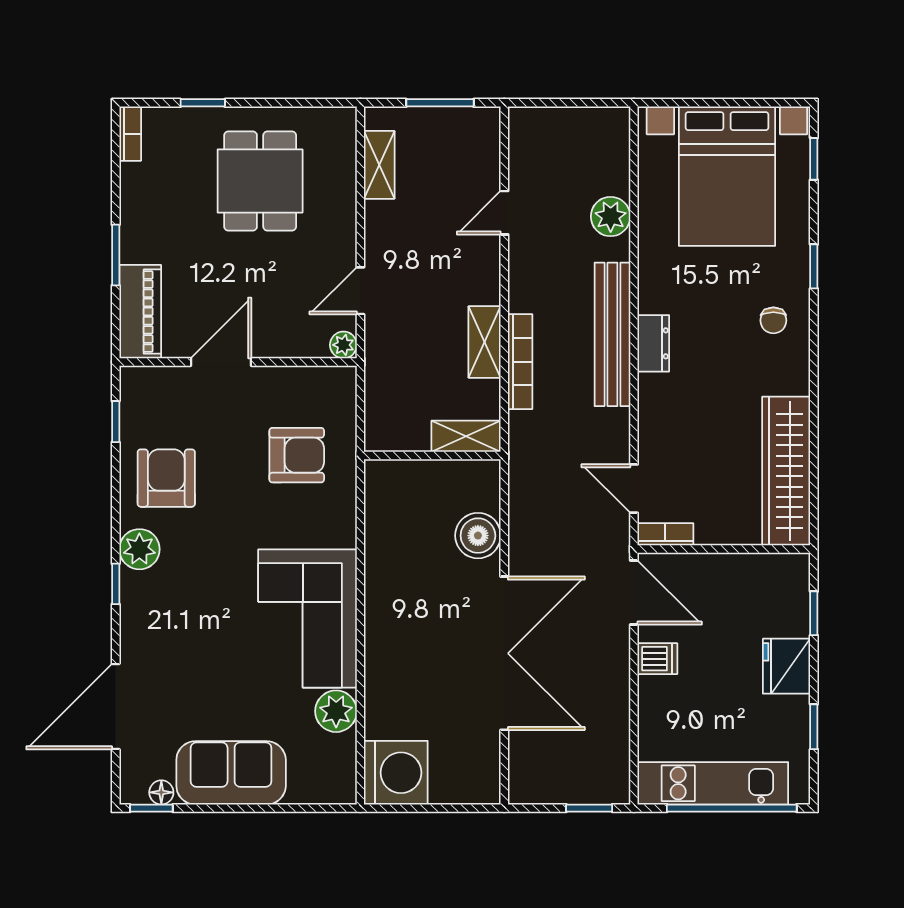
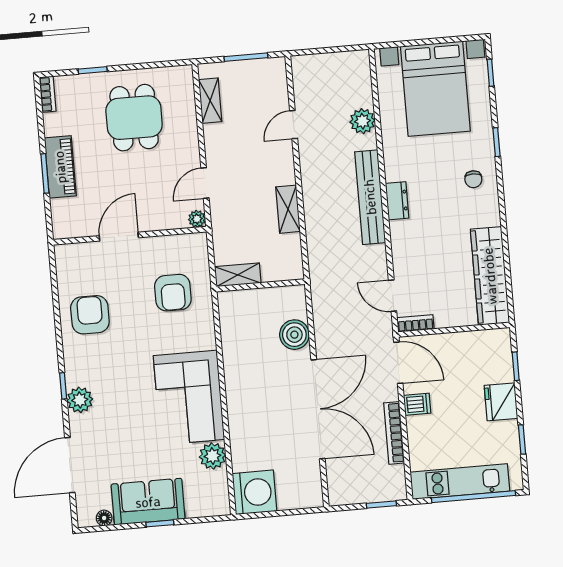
piano: (140, 312) -> (60, 167), moved
bookcase: (520, 362) -> (394, 433), moved, turned 180
window: (116, 422) -> (54, 281), removed
shelving: (466, 436) -> (238, 275), moved
armchair: (297, 455) -> (173, 293), turned 90
plant: (139, 549) -> (80, 400), moved
window: (151, 808) -> (160, 523), moved

